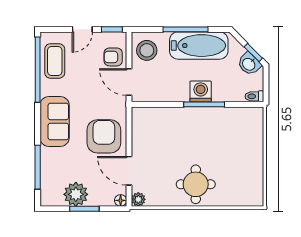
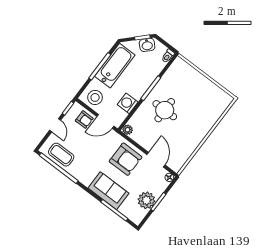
armchair: (113, 57) -> (84, 120), turned -90
washing machine: (201, 91) -> (128, 103), moved
sofa: (55, 121) -> (108, 191), moved
armchair: (104, 136) -> (126, 159), turned 180
door: (129, 171) -> (156, 160), swing flipped
round table: (196, 184) -> (165, 110), moved
plant: (138, 199) -> (128, 130), moved

